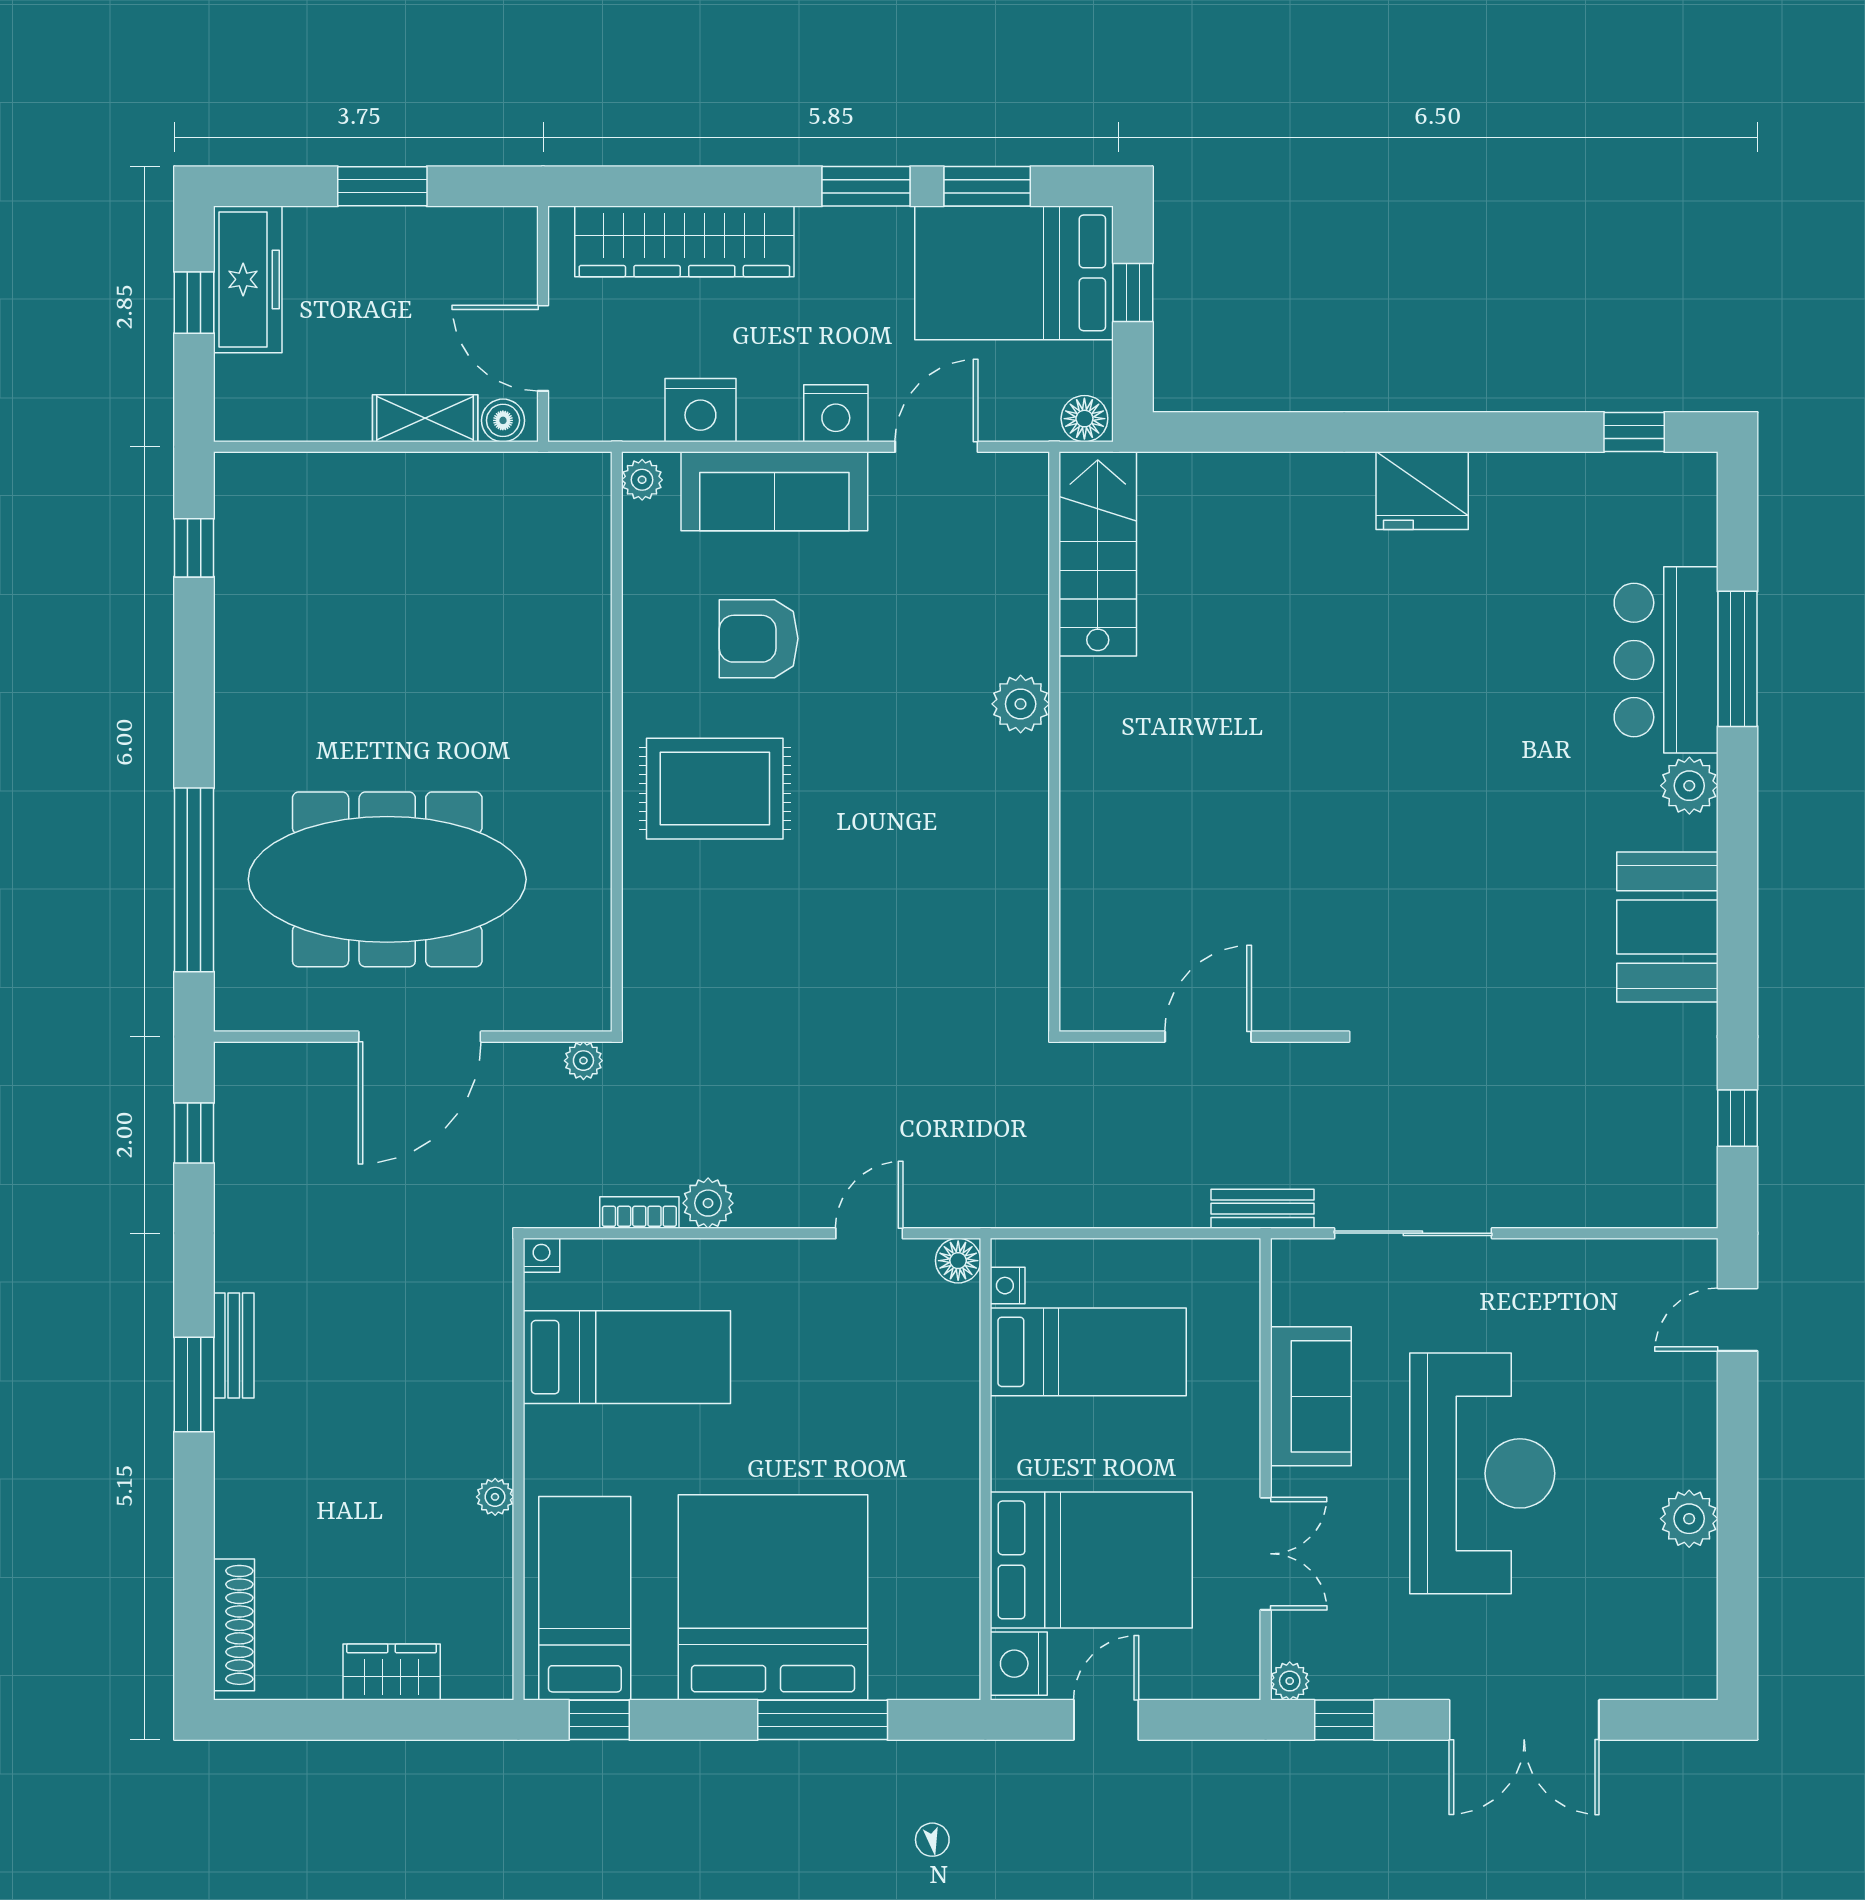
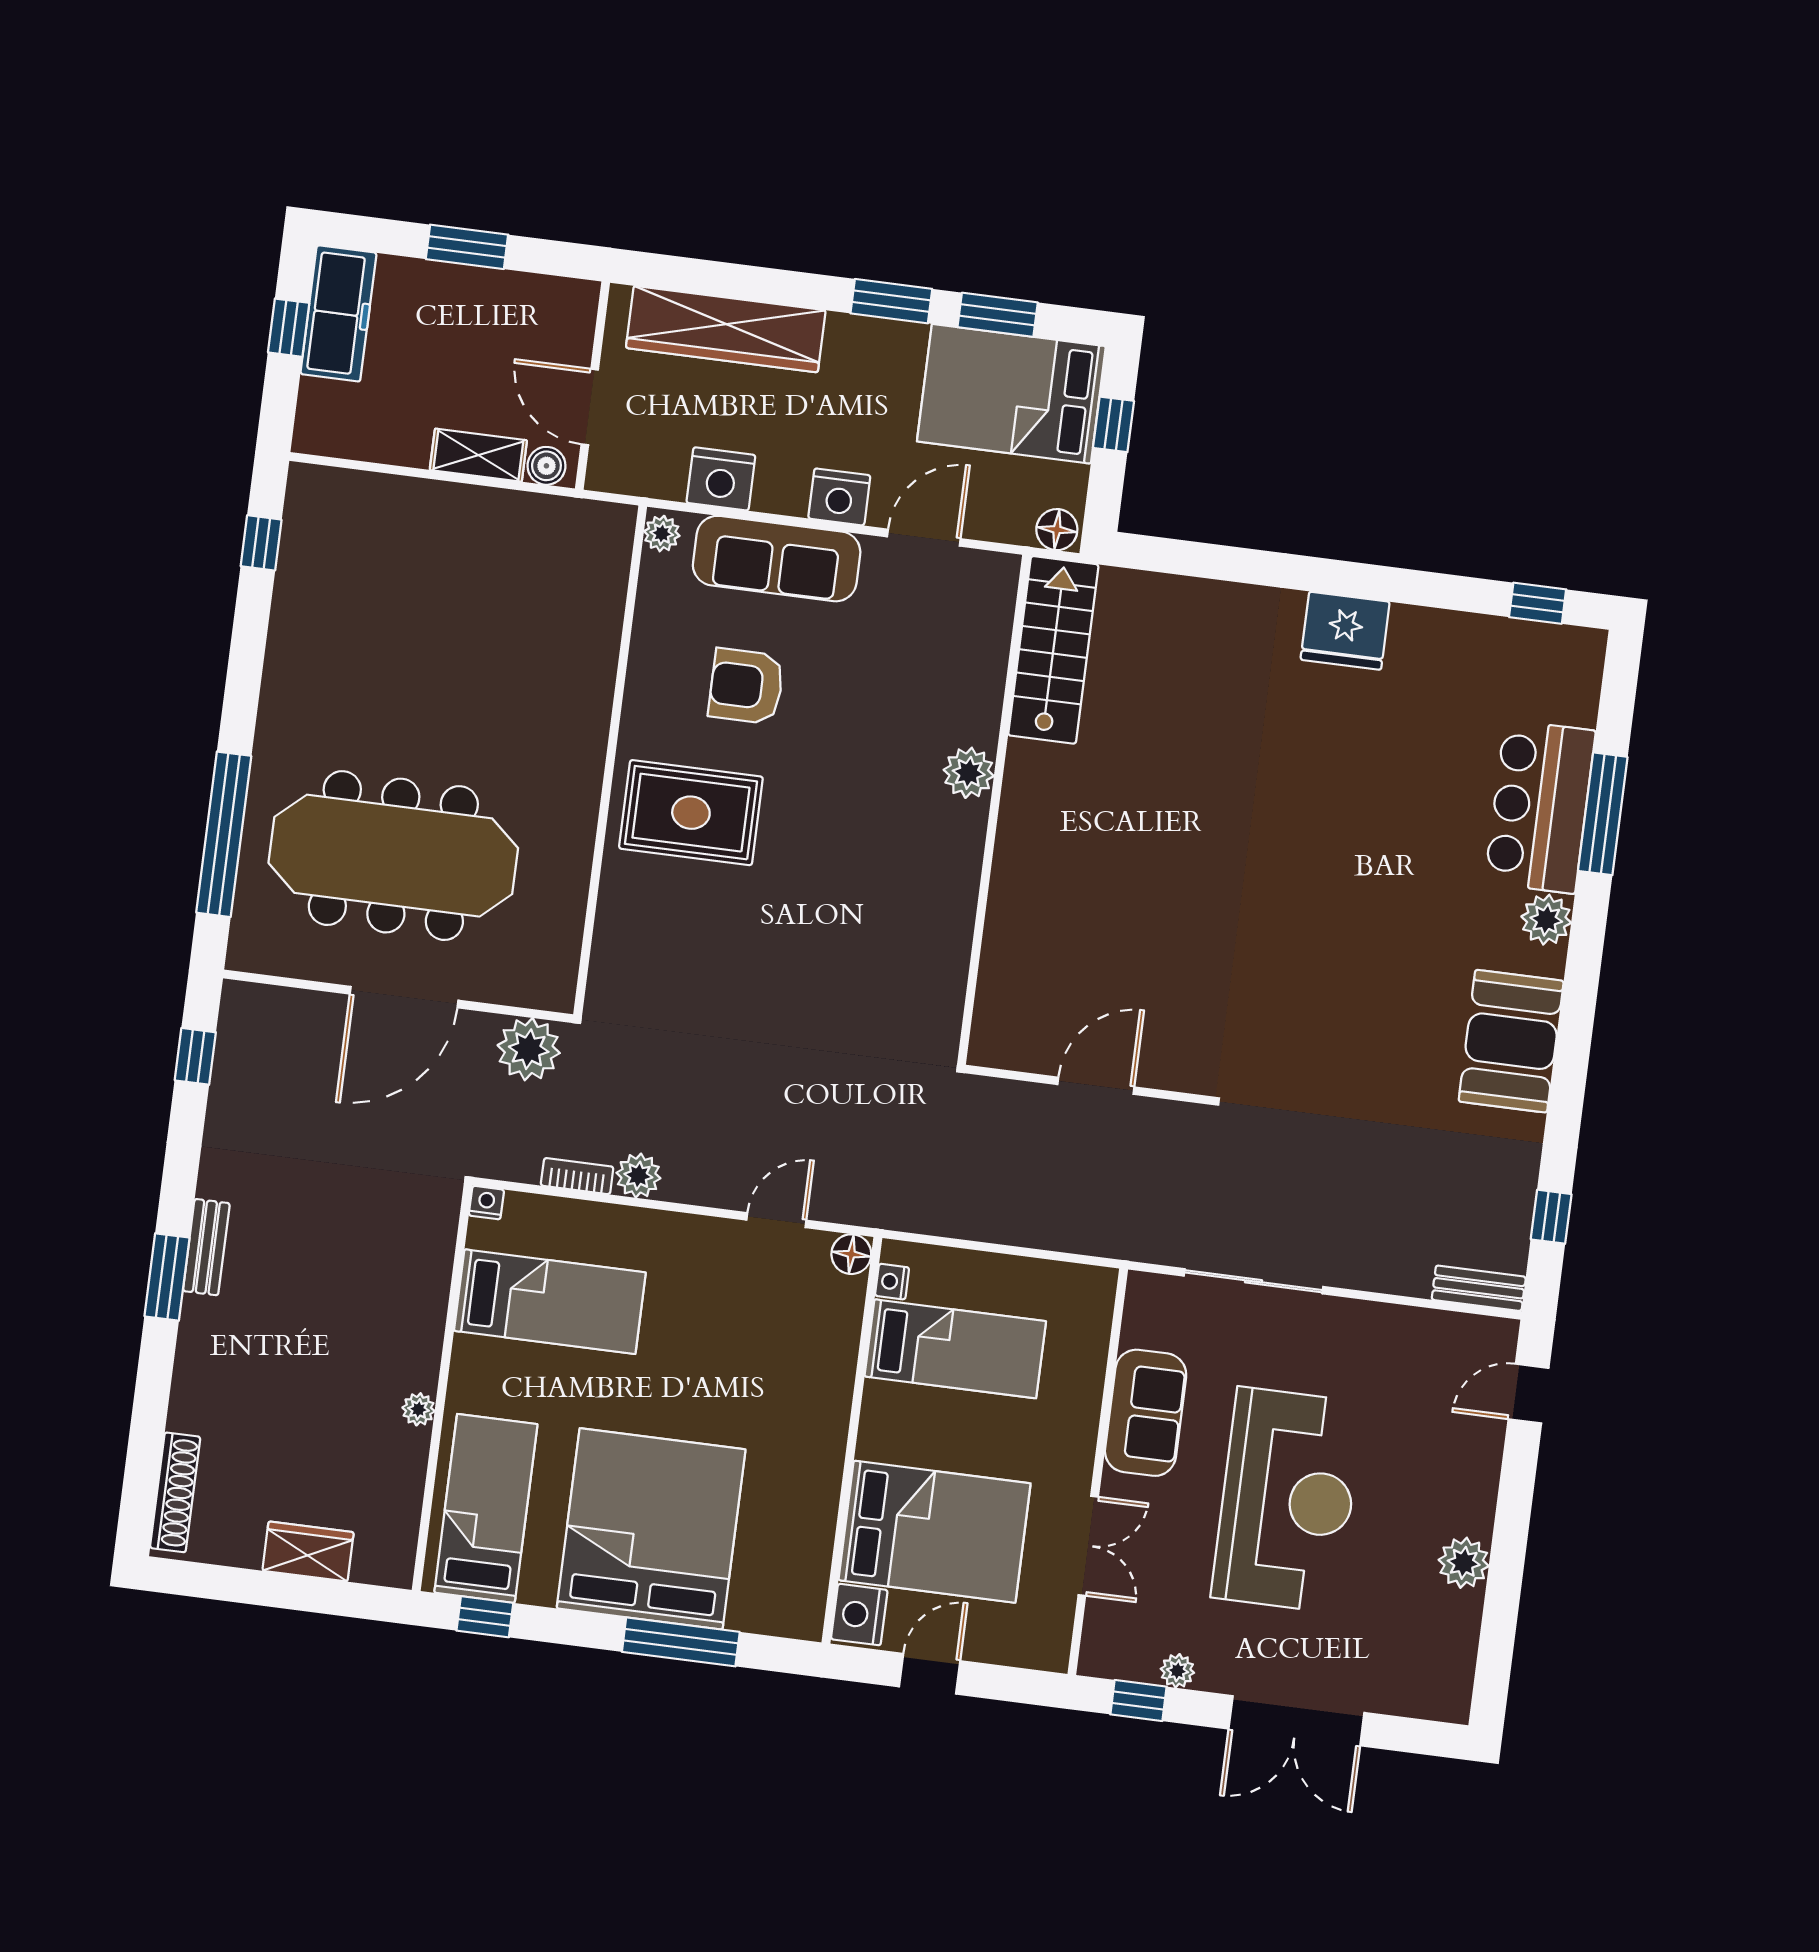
plant: (583, 1061) -> (529, 1049), width x1.87, depth x1.87
bench: (1262, 1209) -> (1479, 1288), moved
plant: (1290, 1681) -> (1177, 1671), moved

